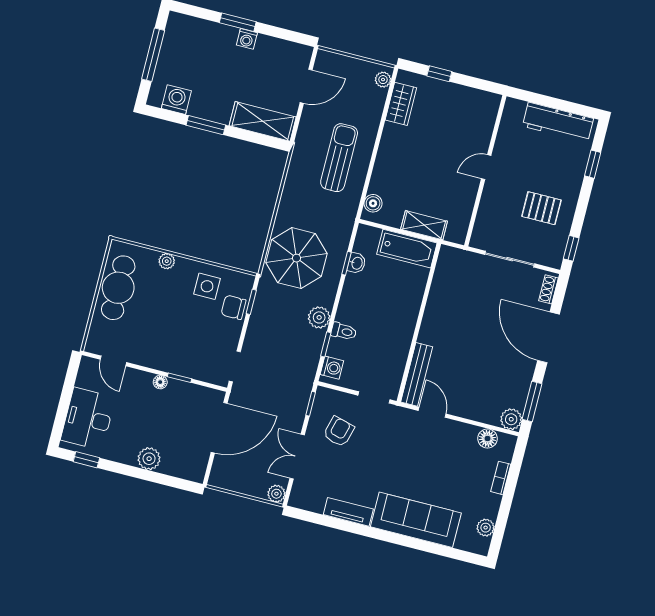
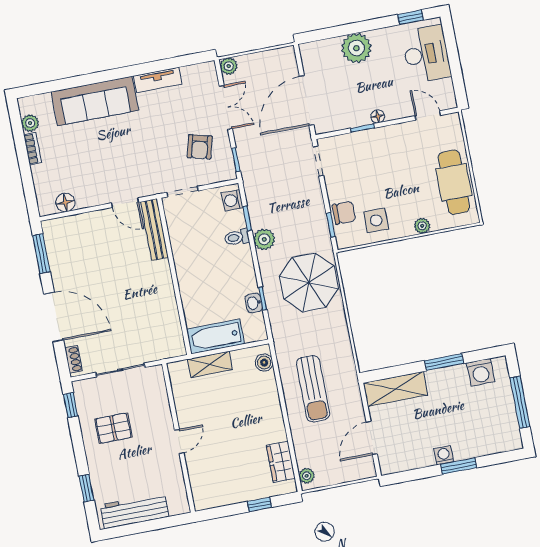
plant: (511, 419) -> (52, 229), removed
plant: (149, 459) -> (356, 48), width x1.36, depth x1.36
bookcase: (501, 478) -> (33, 149), moved

